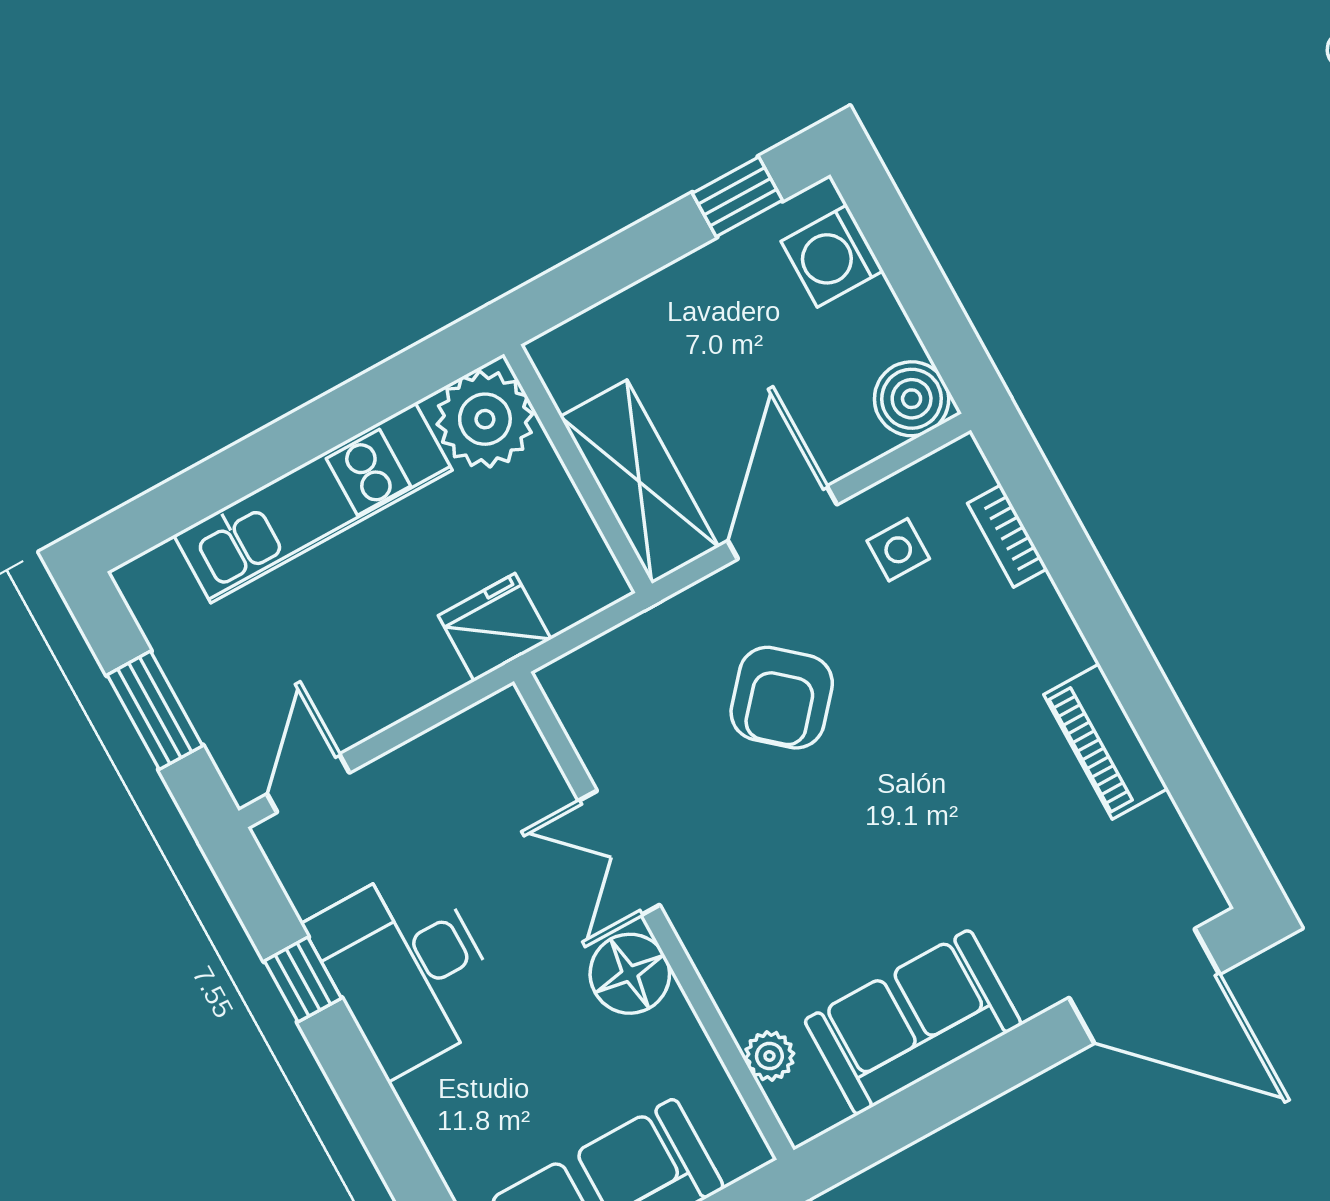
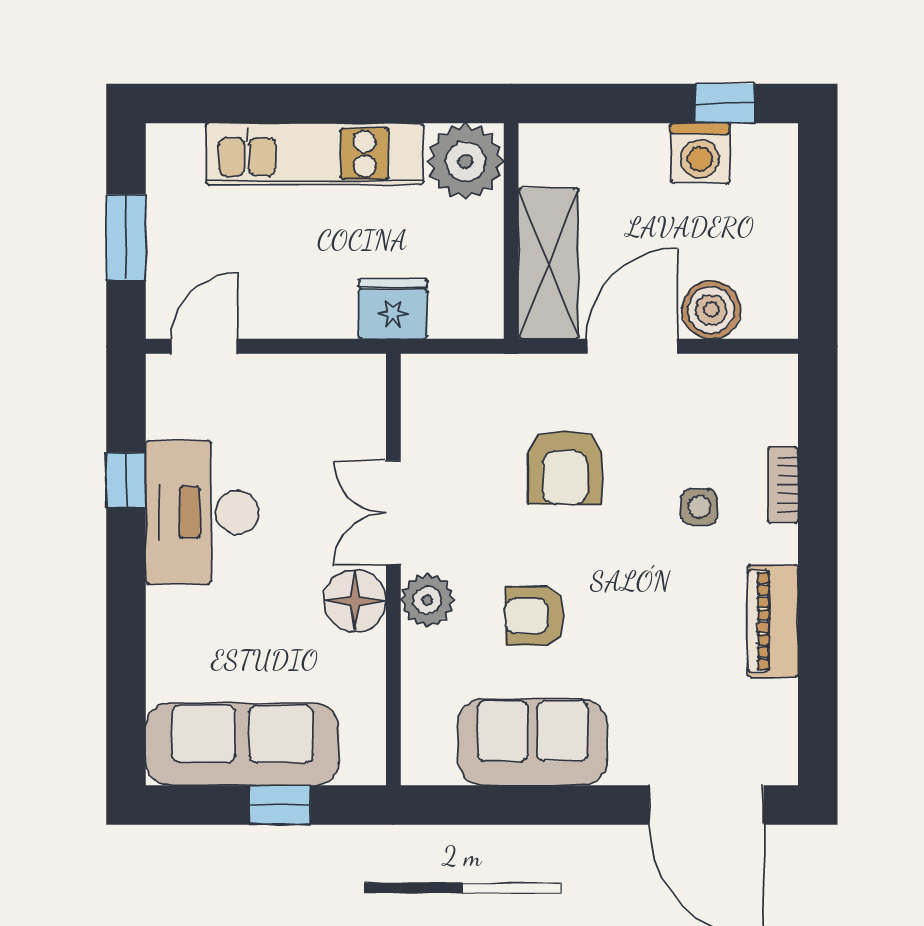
washing machine: (832, 256) -> (700, 153), moved, turned -90
boiler: (912, 399) -> (711, 310), moved
bookcase: (1007, 536) -> (783, 485), moved
side table: (898, 550) -> (699, 507), moved
armchair: (782, 698) -> (565, 467), turned -41
armchair: (839, 881) -> (535, 616), added
plant: (769, 1056) -> (427, 600), moved, width x1.38, depth x1.38

